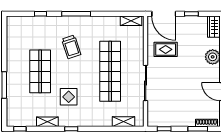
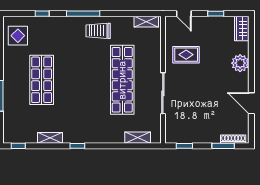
door: (164, 14) -> (184, 14), width x0.53
trolley: (71, 47) -> (98, 31), moved, turned 108
display table: (69, 97) -> (18, 36), moved

